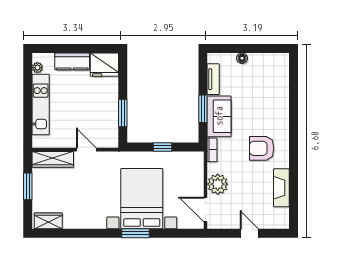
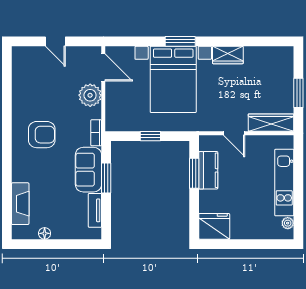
floor lamp: (242, 58) -> (45, 233), moved
kitchen counter: (72, 61) -> (208, 170), moved, turned 90
fireplace: (281, 188) -> (20, 204), moved
wardrobe: (48, 221) -> (228, 55), moved

